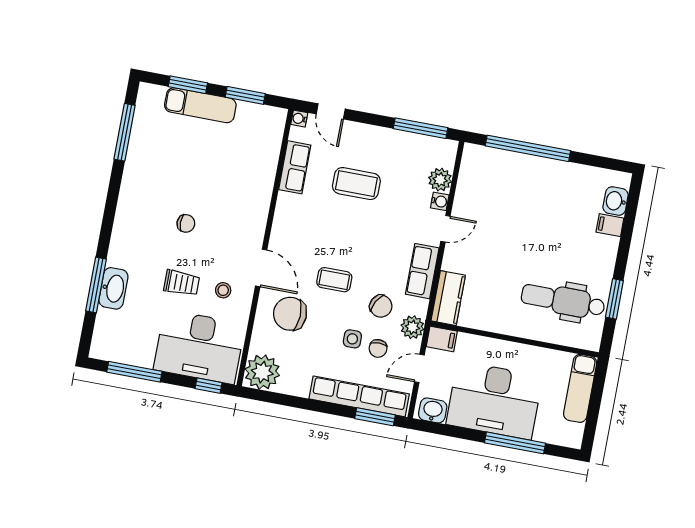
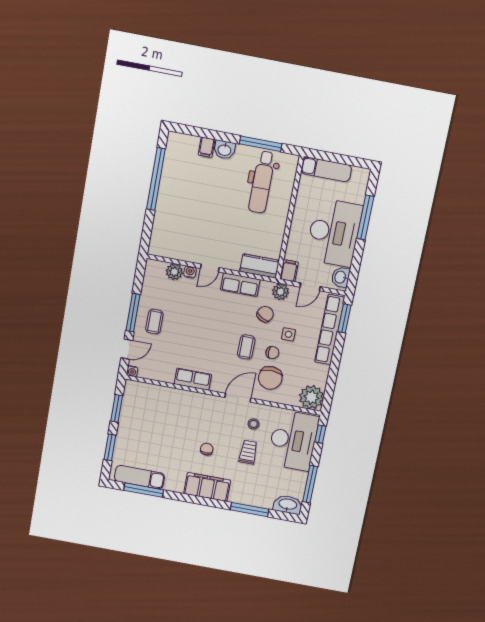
exam couch: (200, 105) -> (139, 477), moved, turned -90
window: (421, 128) -> (133, 313), moved
window: (528, 148) -> (156, 179), moved
row of seats: (295, 167) -> (193, 379), moved
coffee table: (356, 184) -> (154, 322), moved, width x0.73, depth x0.77
washbasin: (616, 201) -> (224, 150), moved
filing cabinet: (130, 224) -> (207, 487), added
door: (445, 229) -> (210, 268), swing flipped
washbasin: (113, 288) -> (288, 505), moved
window: (614, 299) -> (261, 144), width x1.44
chair: (378, 348) -> (272, 353), moved
door: (419, 368) -> (310, 287), hinge flipped

